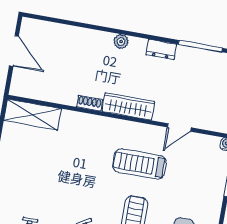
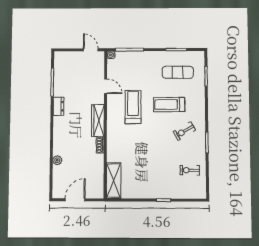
plant: (121, 42) -> (57, 160), moved
treadmill: (139, 164) -> (133, 107), turned 180

